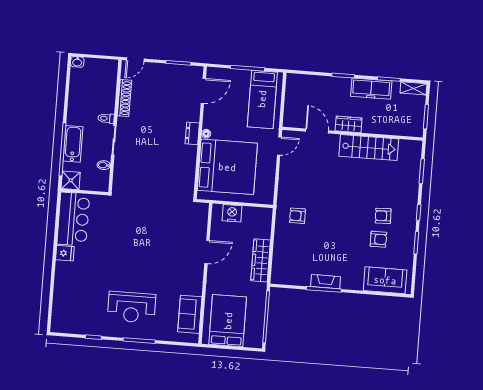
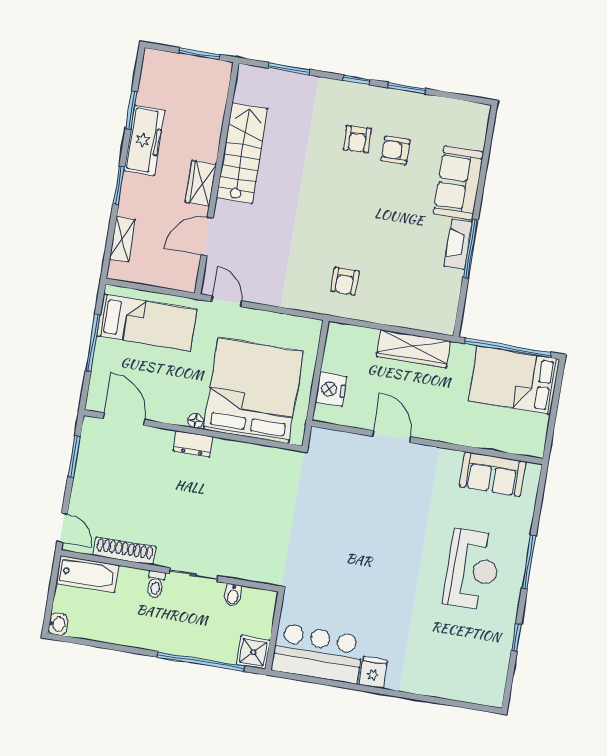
shelving: (413, 88) -> (123, 239), moved
bathtub: (73, 144) -> (88, 574), moved, turned 180
armchair: (378, 239) -> (396, 150), turned -90
sofa: (385, 280) -> (458, 183), moved
bed: (228, 321) -> (514, 380), moved

